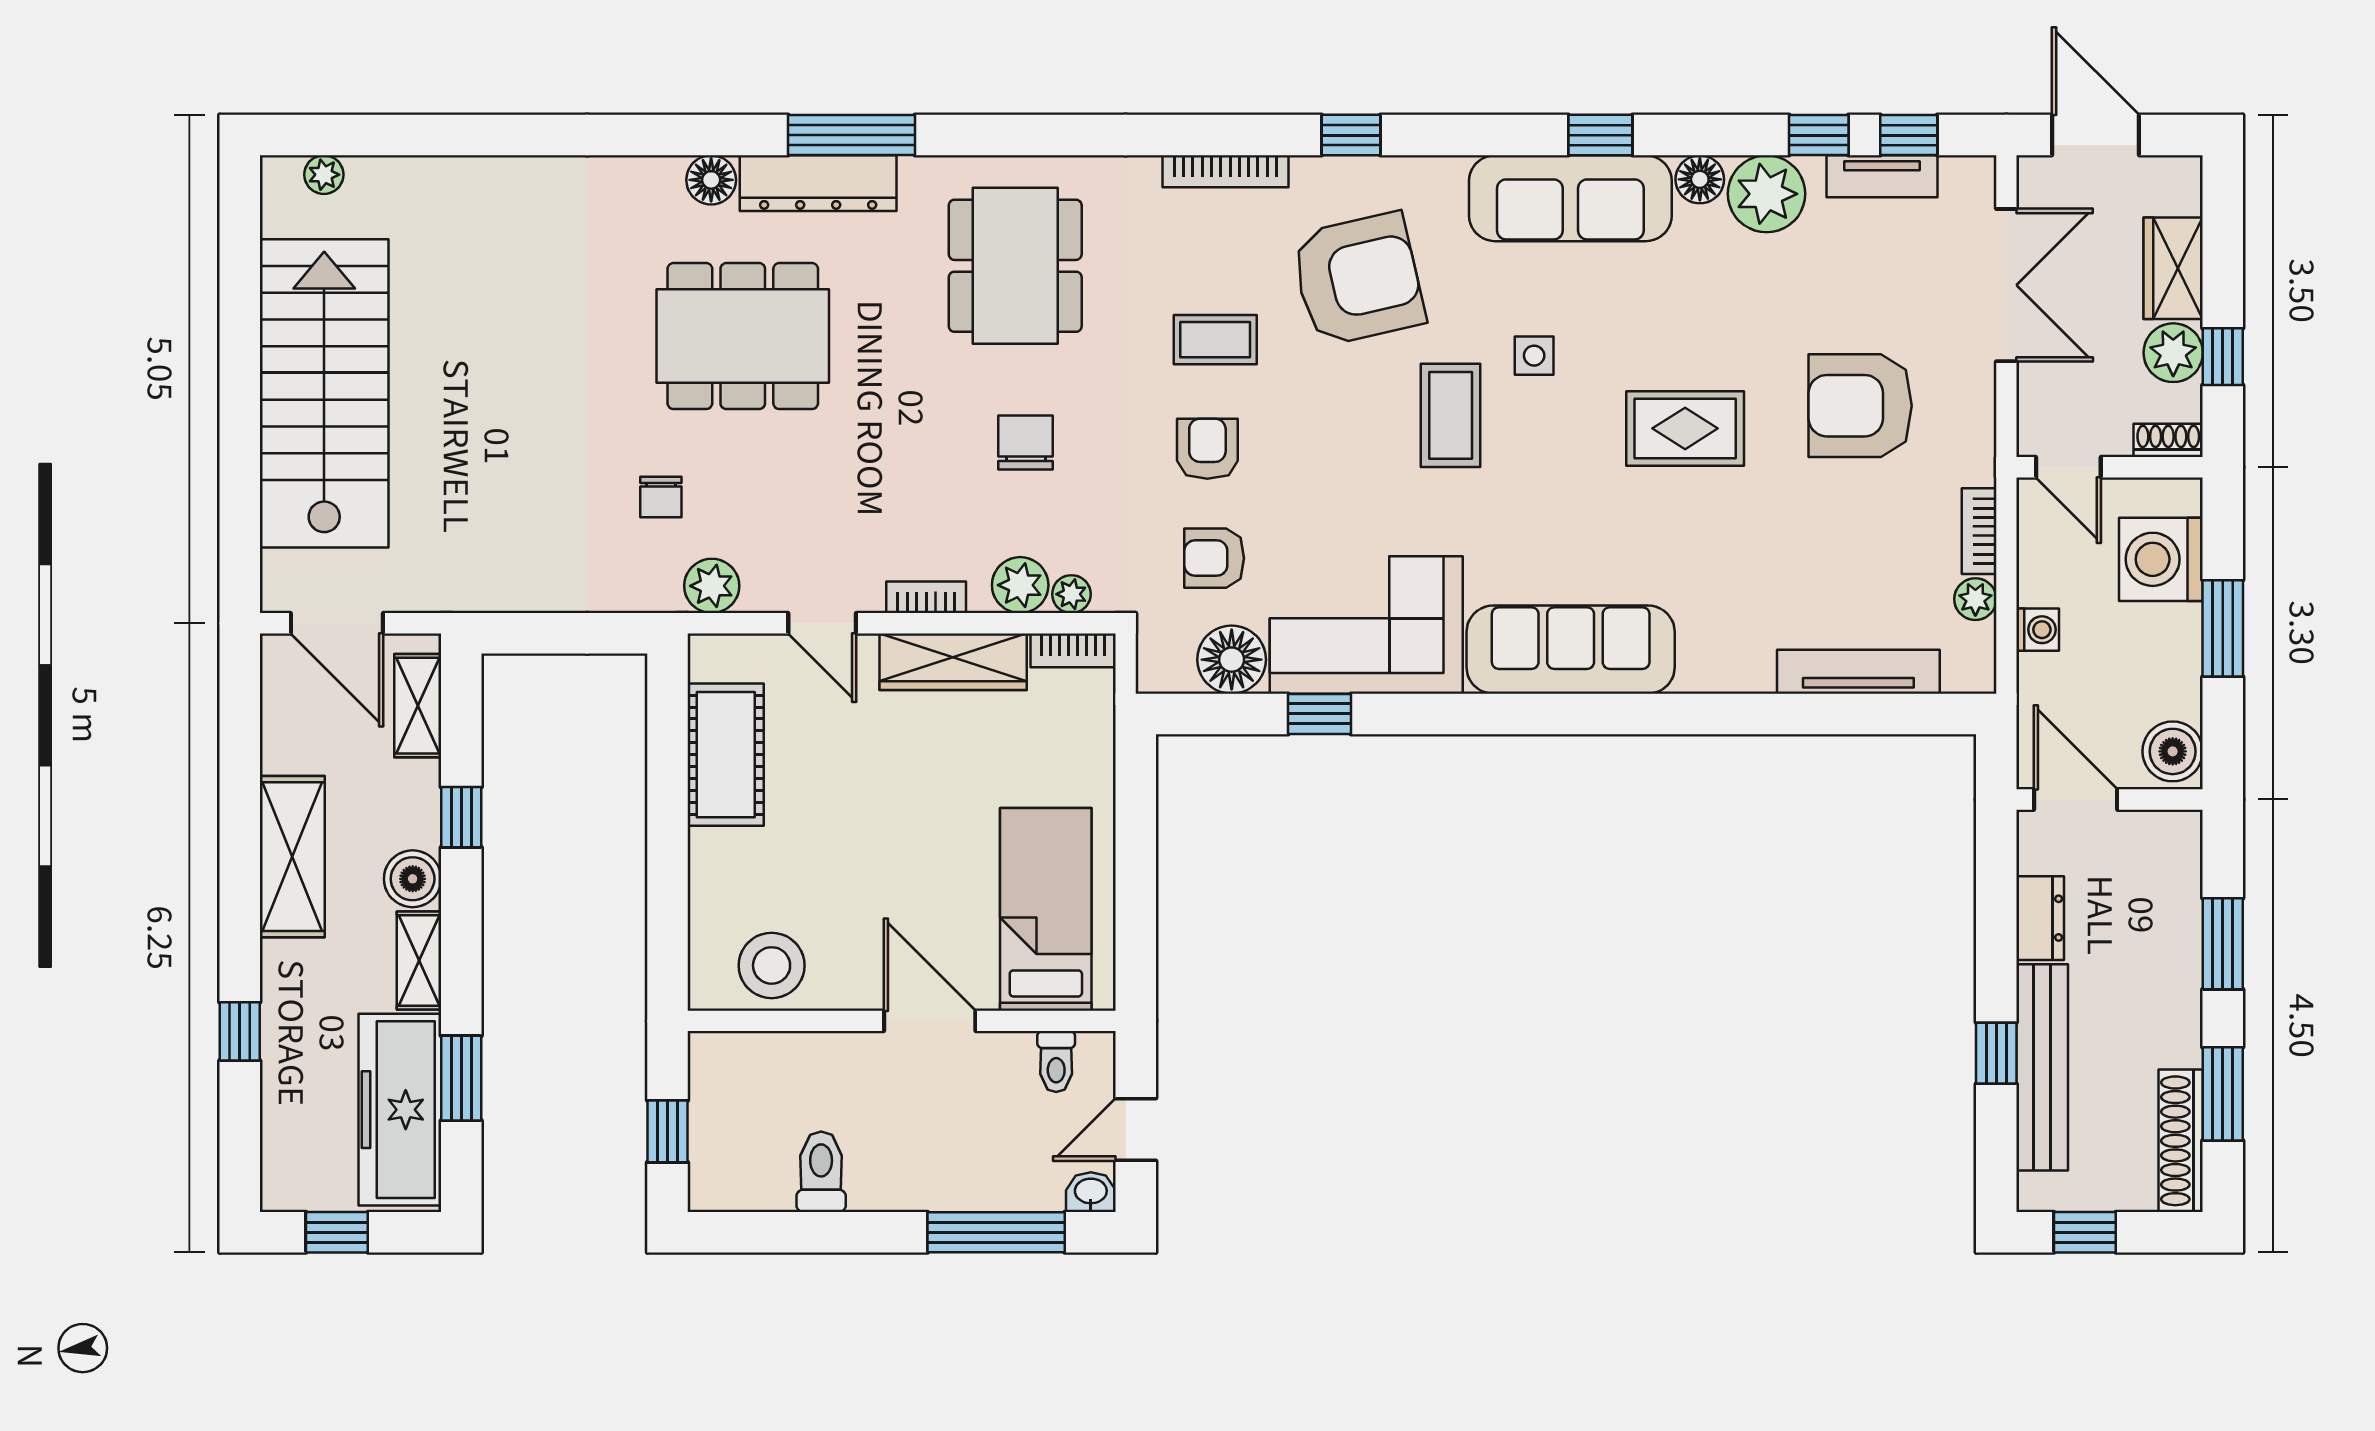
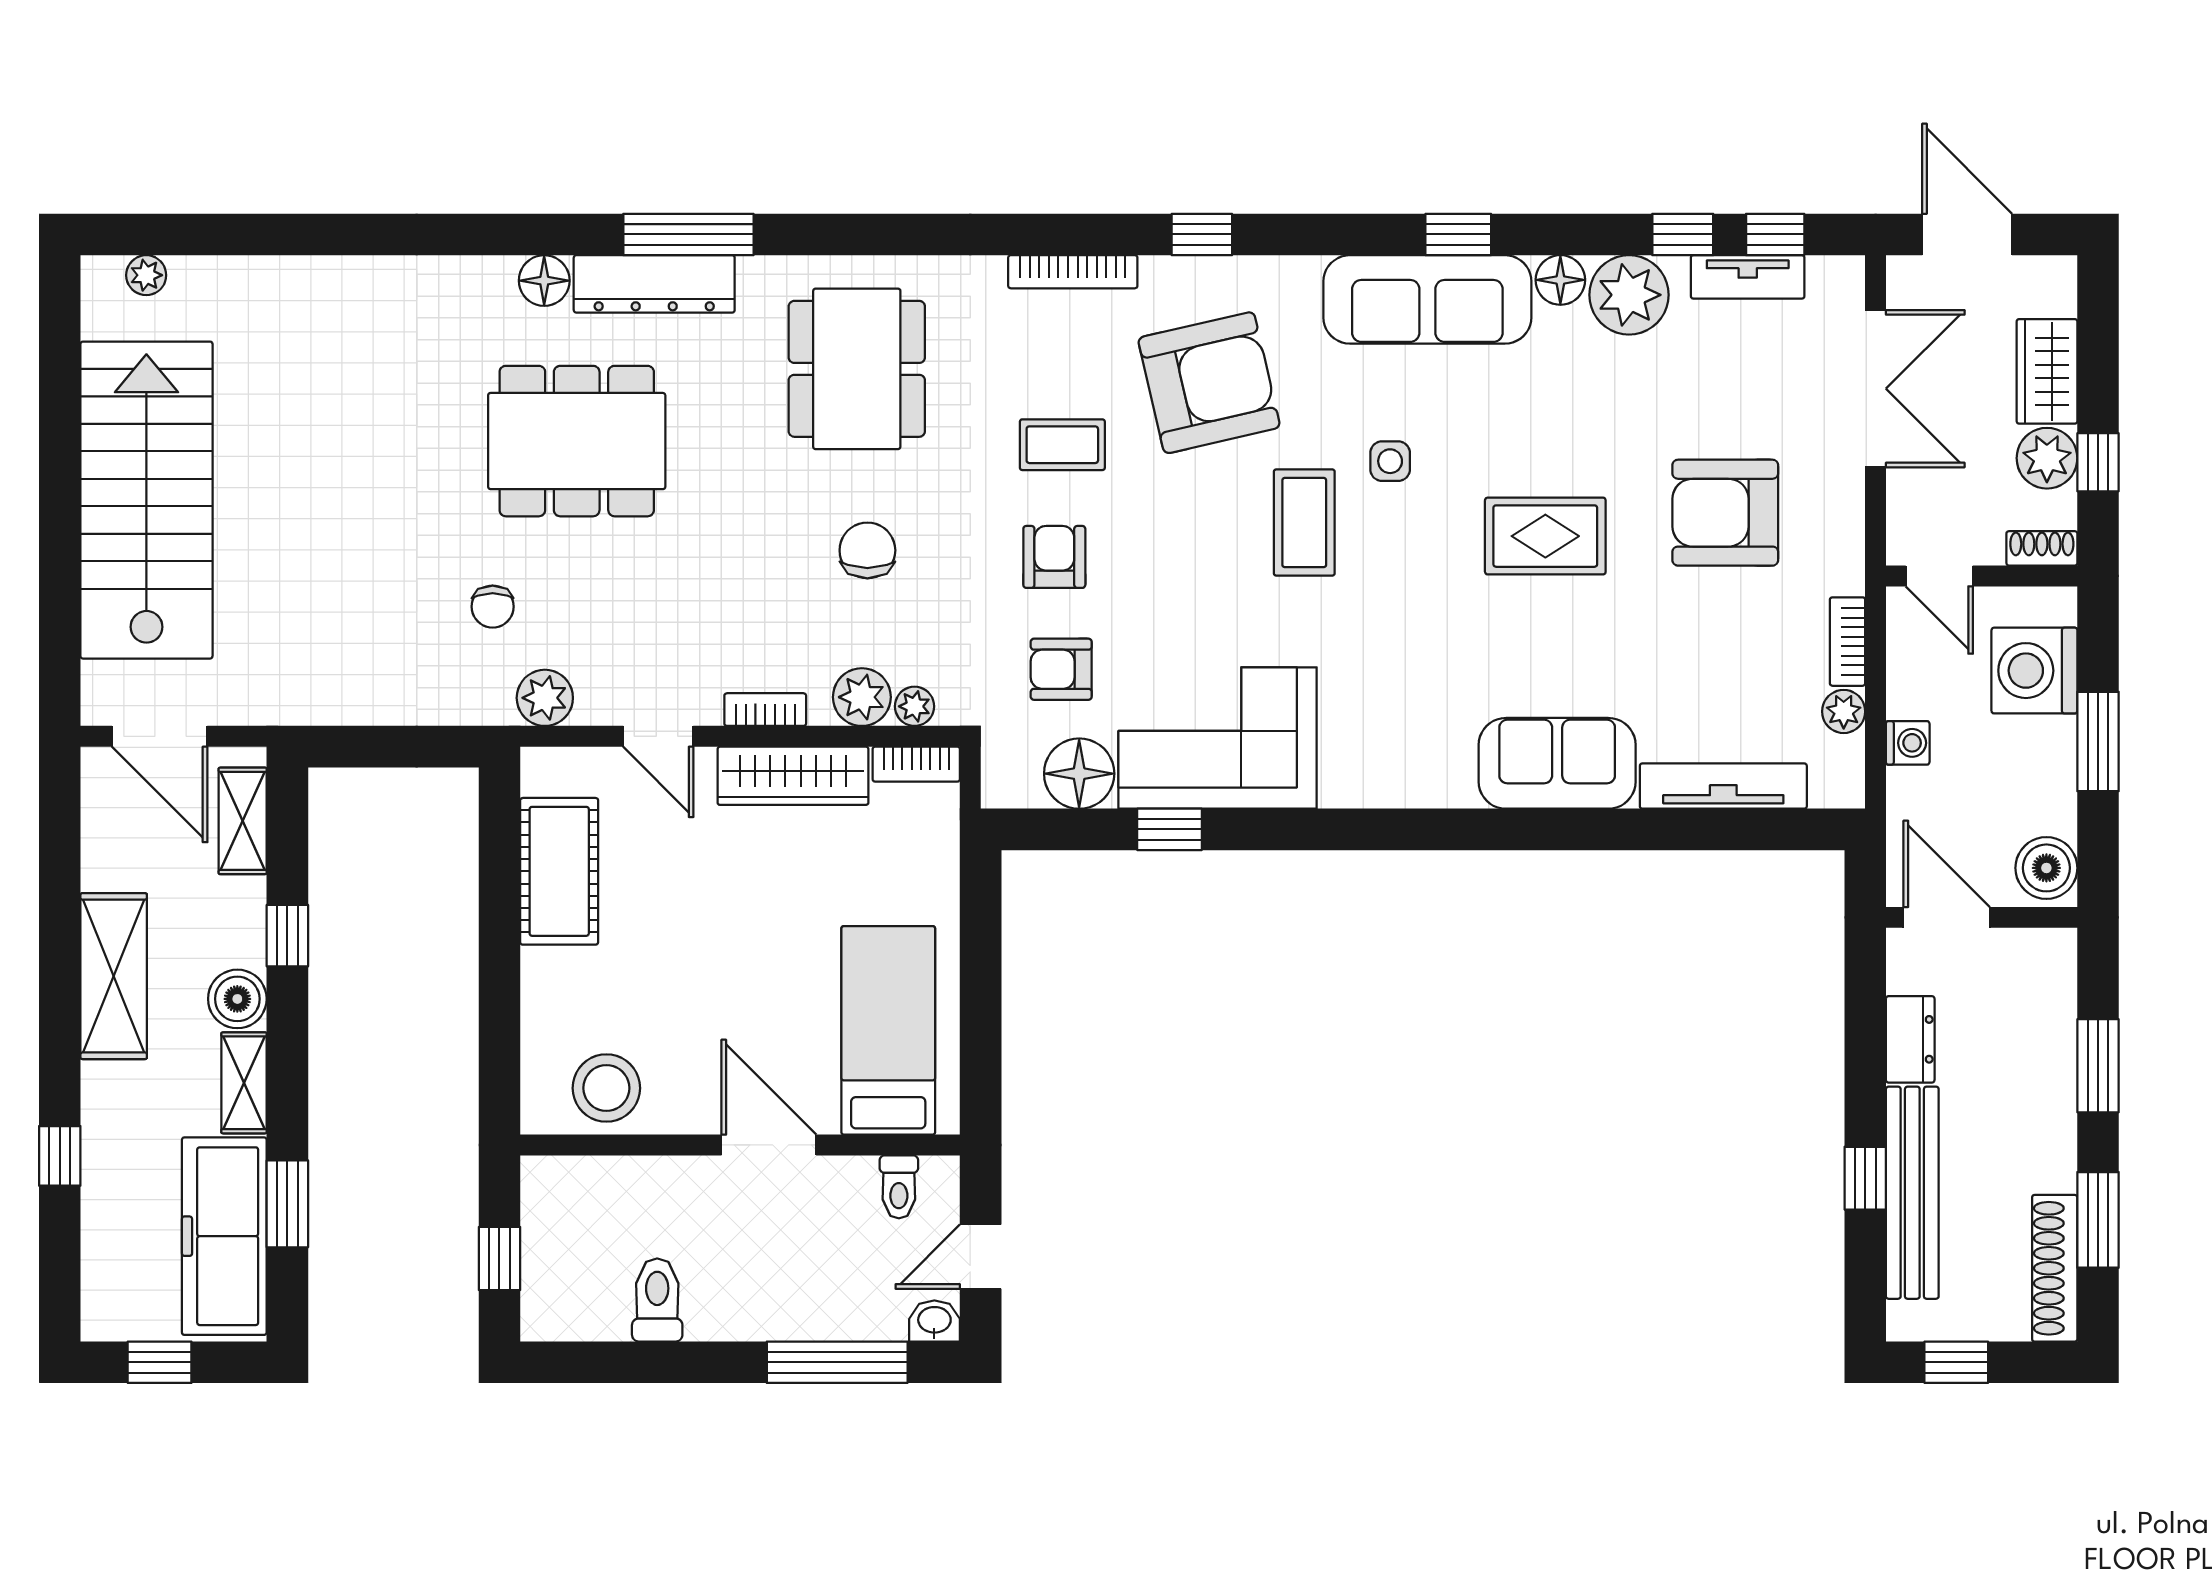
sofa: (1571, 650) -> (1557, 763), moved, width x0.73

